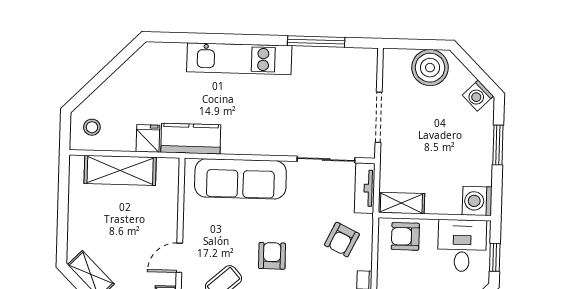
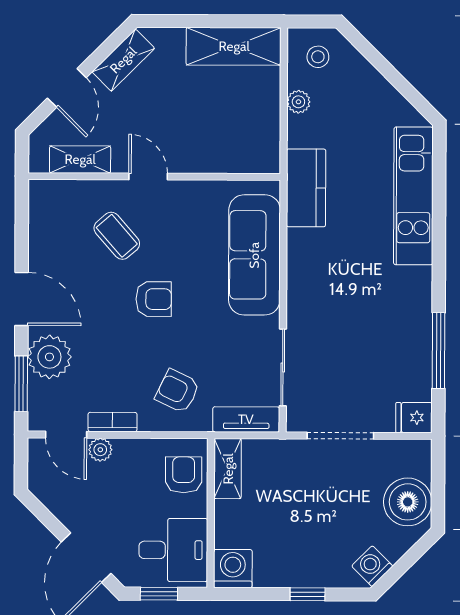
kitchen unit: (239, 59) -> (413, 196), moved
fridge: (148, 138) -> (414, 418), moved, turned 180
plant: (126, 143) -> (298, 102), added
window: (498, 145) -> (308, 594), width x0.67
shelving: (120, 170) -> (234, 46), moved, turned 90

